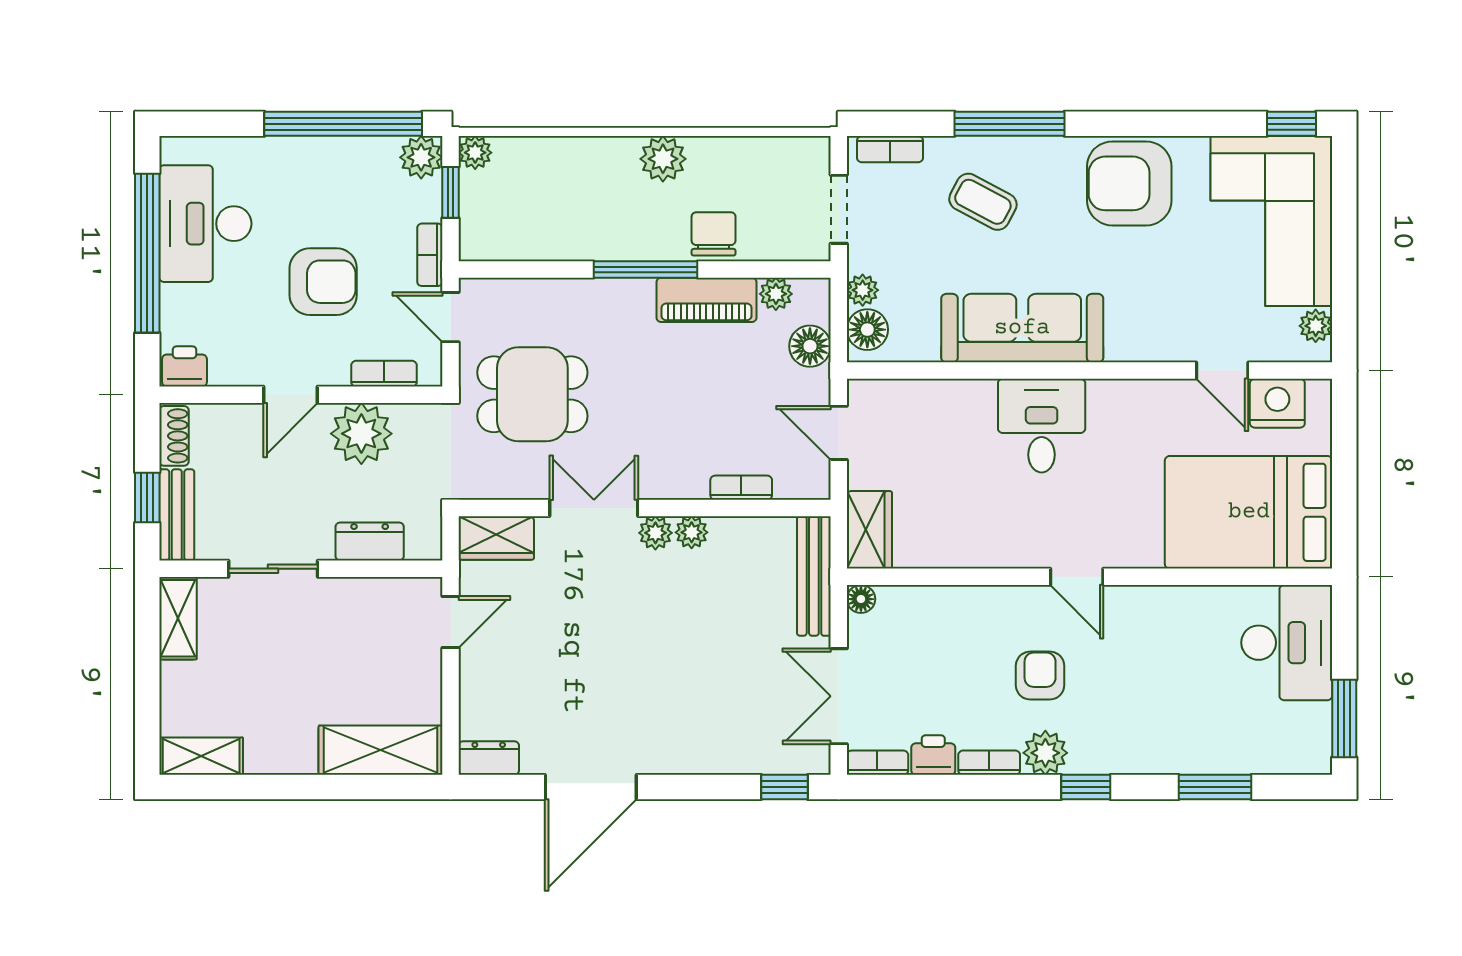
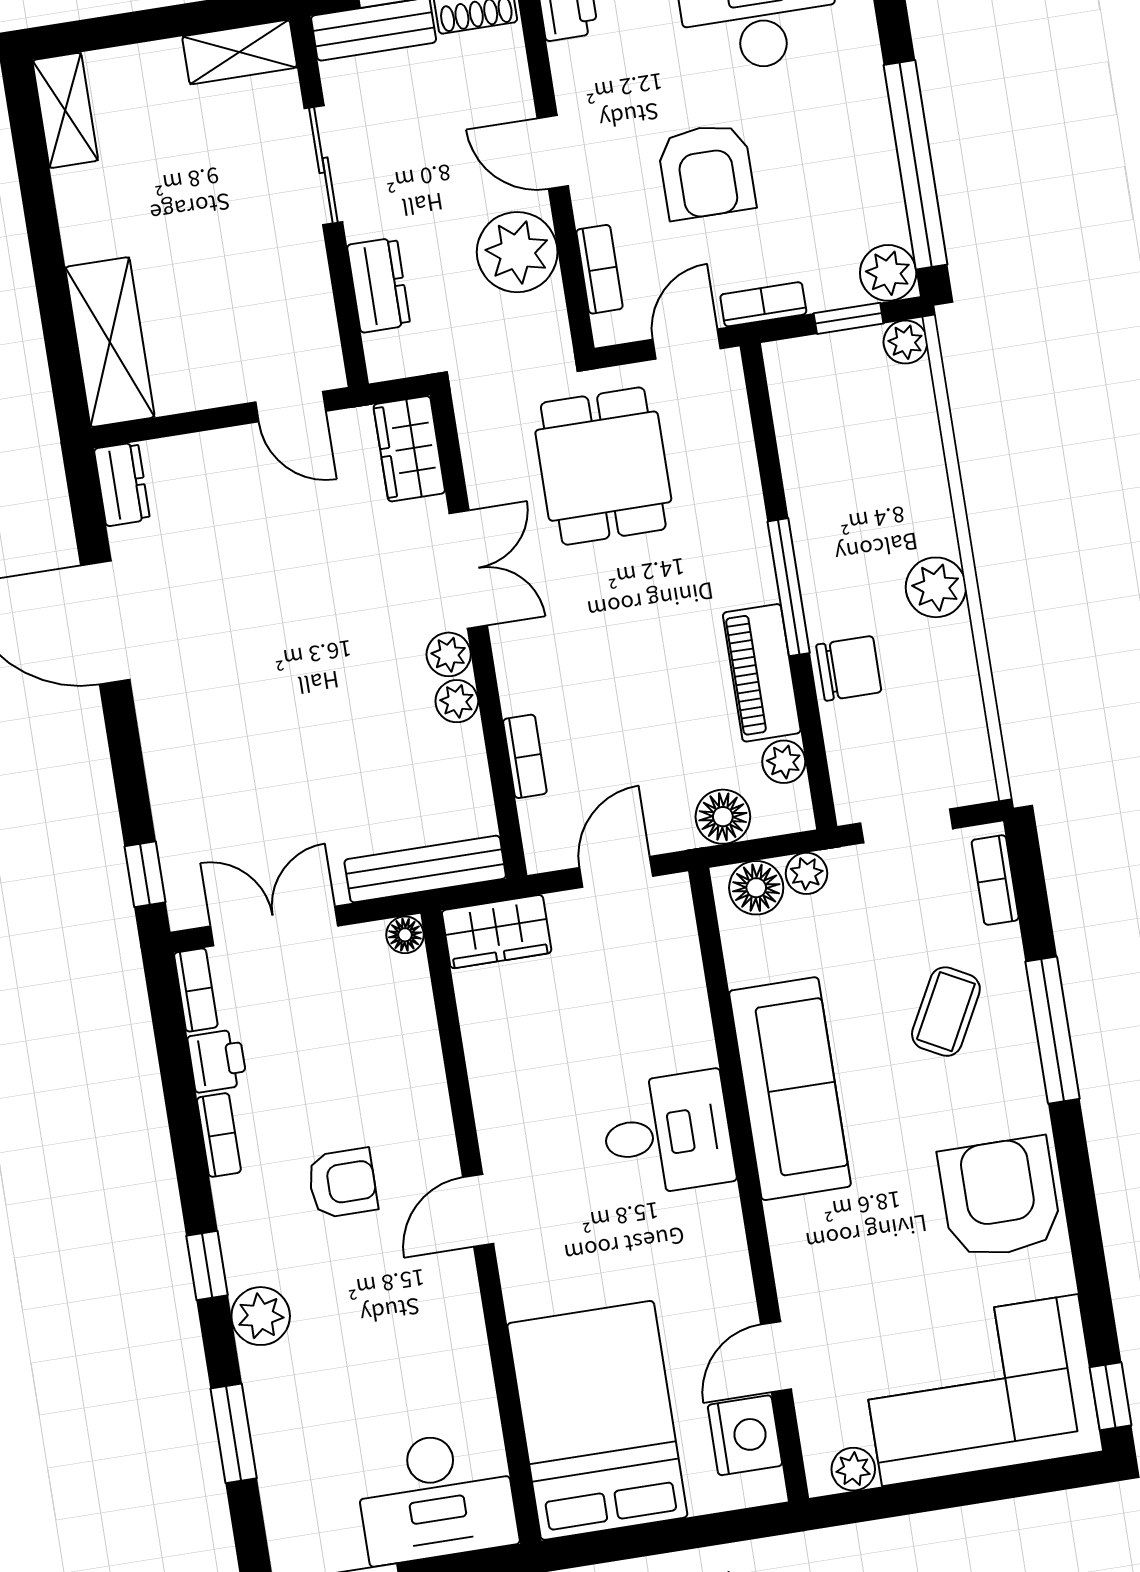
plant: (1045, 753) -> (261, 1316), moved

